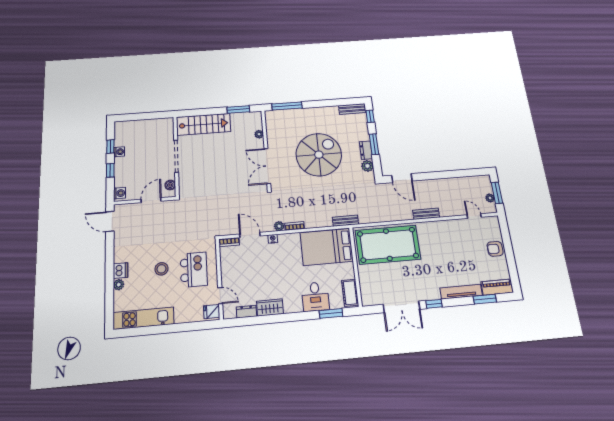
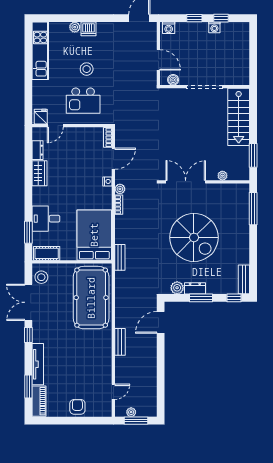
stool: (375, 296) -> (41, 277), added

